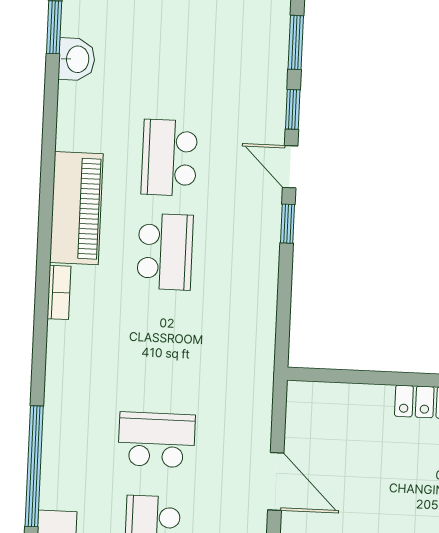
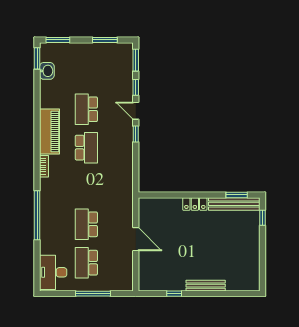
school desk: (156, 440) -> (86, 224), turned -90
window: (34, 466) -> (37, 215), moved

